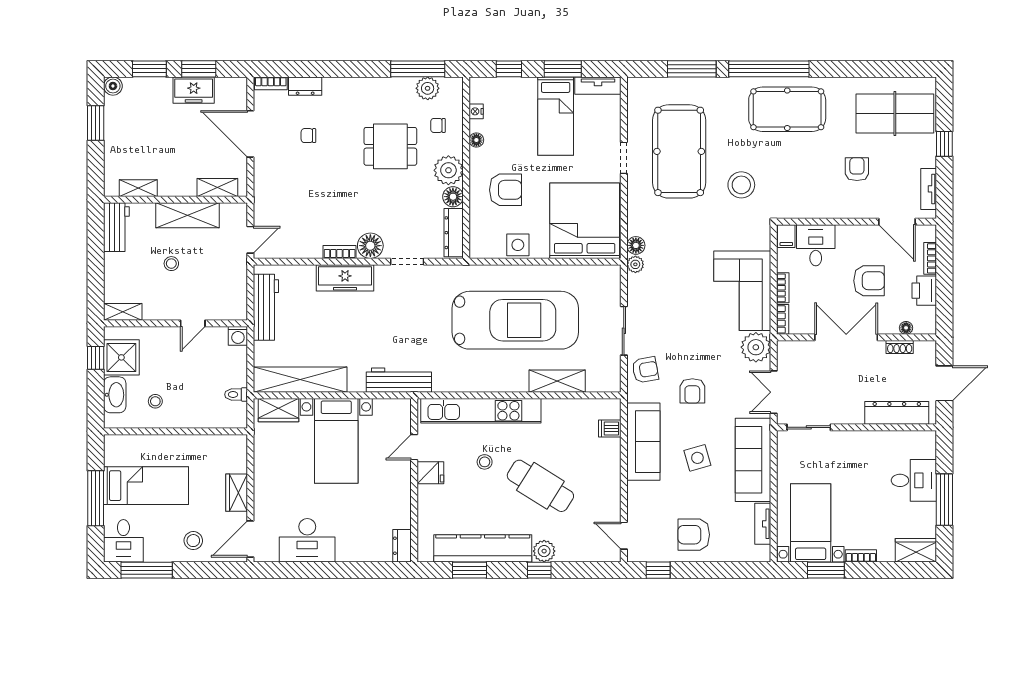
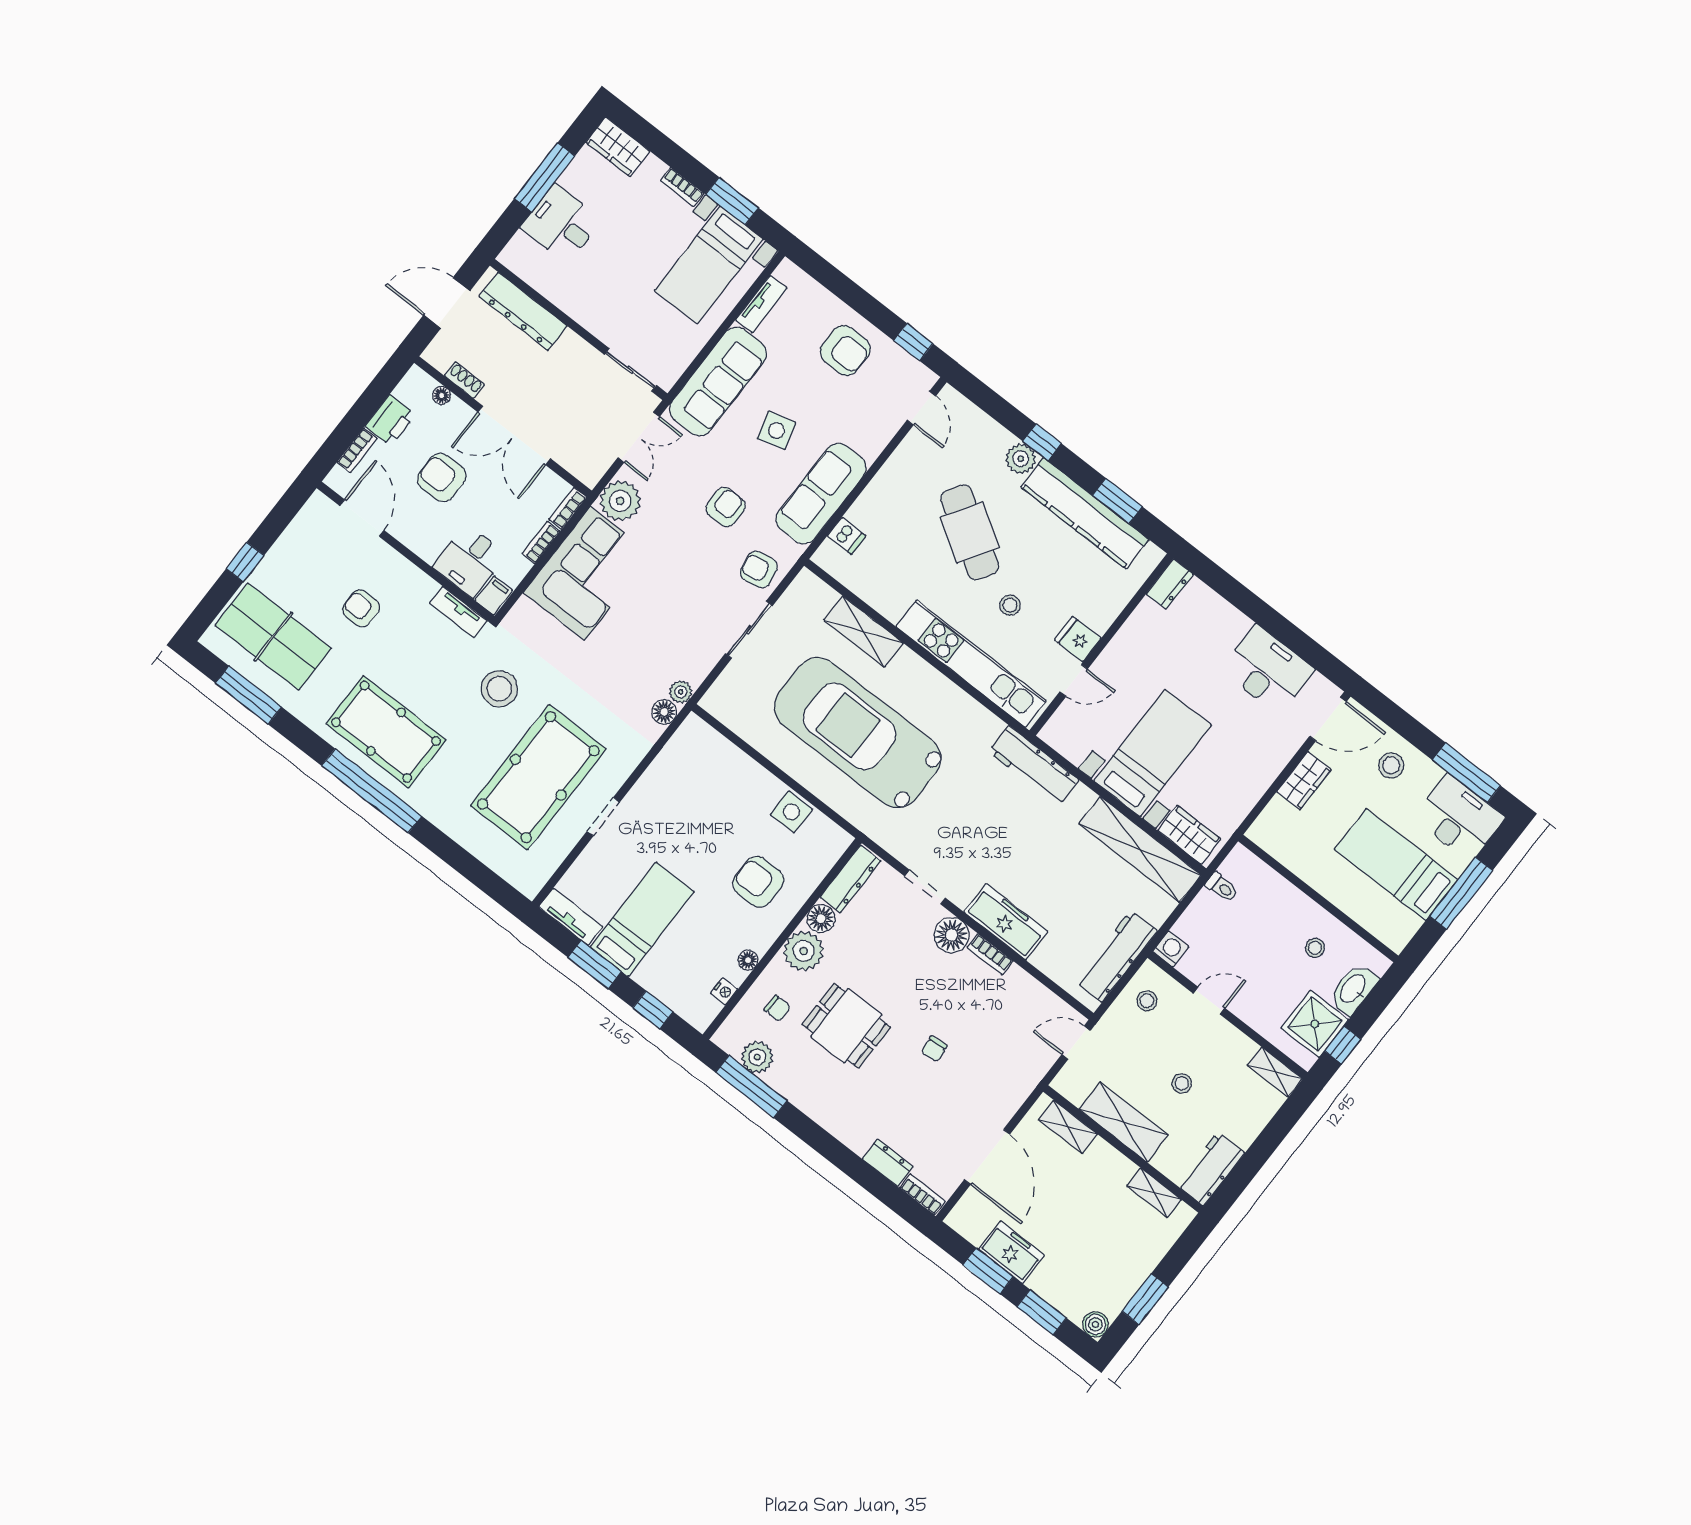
window: (692, 69) -> (248, 695), moved
chair: (308, 136) -> (934, 1049), moved, turned 84
armchair: (857, 169) -> (361, 608), turned 90
tv unit: (929, 189) -> (458, 612), moved, turned 90
bed: (585, 221) -> (699, 782), removed
stool: (228, 296) -> (1147, 1001), added
desk: (123, 541) -> (1459, 818), width x1.37

